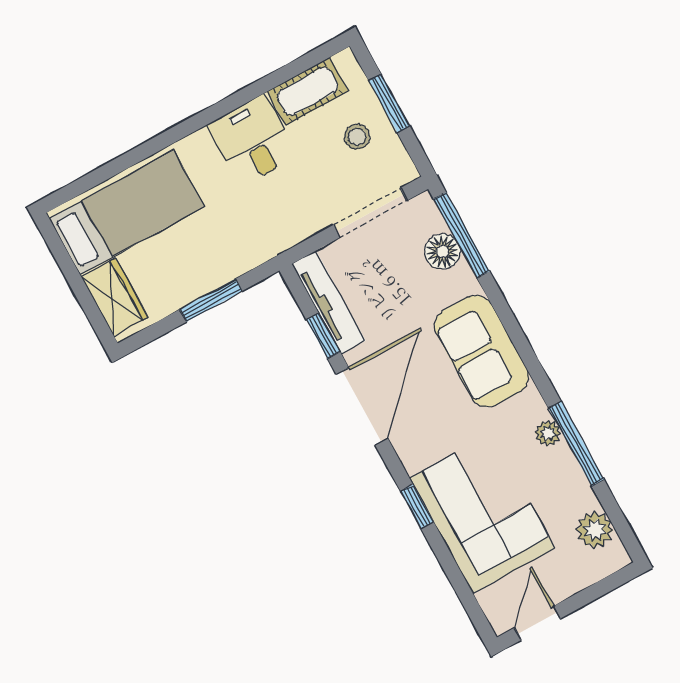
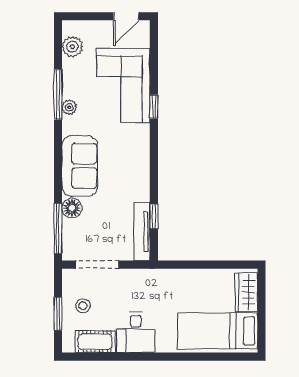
floor lamp: (443, 251) -> (72, 208), moved
window: (211, 300) -> (200, 265), removed
door: (362, 406) -> (154, 171), removed

